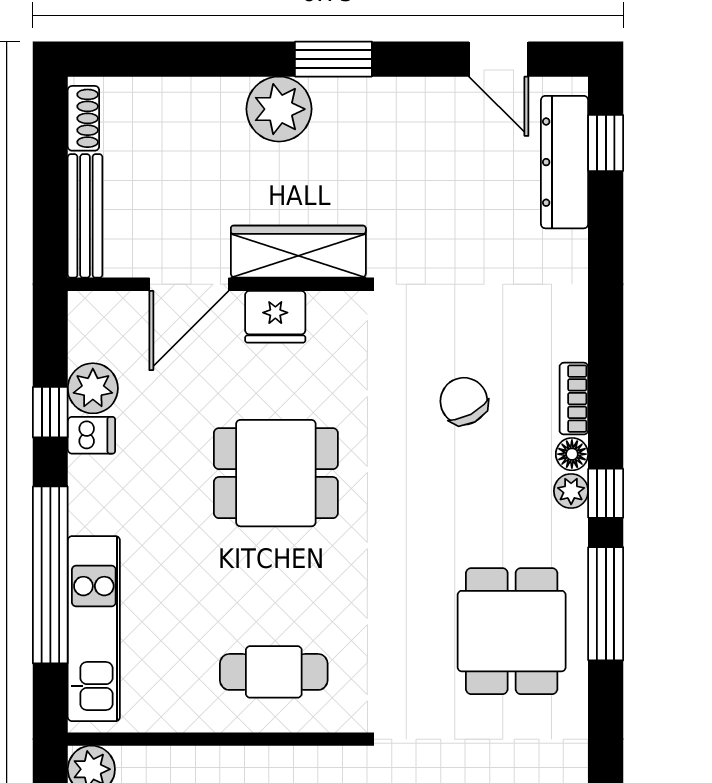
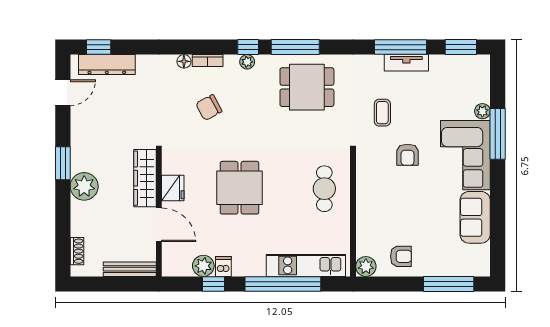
shoe rack: (83, 118) -> (77, 251), moved, turned 90
floor lamp: (572, 454) -> (184, 61), moved

